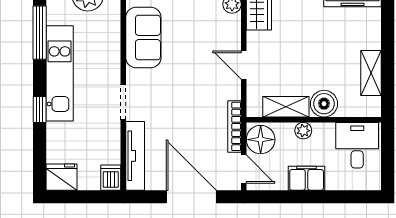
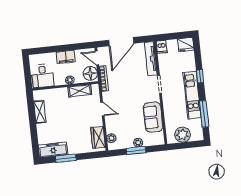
boiler: (324, 104) -> (61, 94), removed
door: (191, 197) -> (121, 42), hinge flipped

